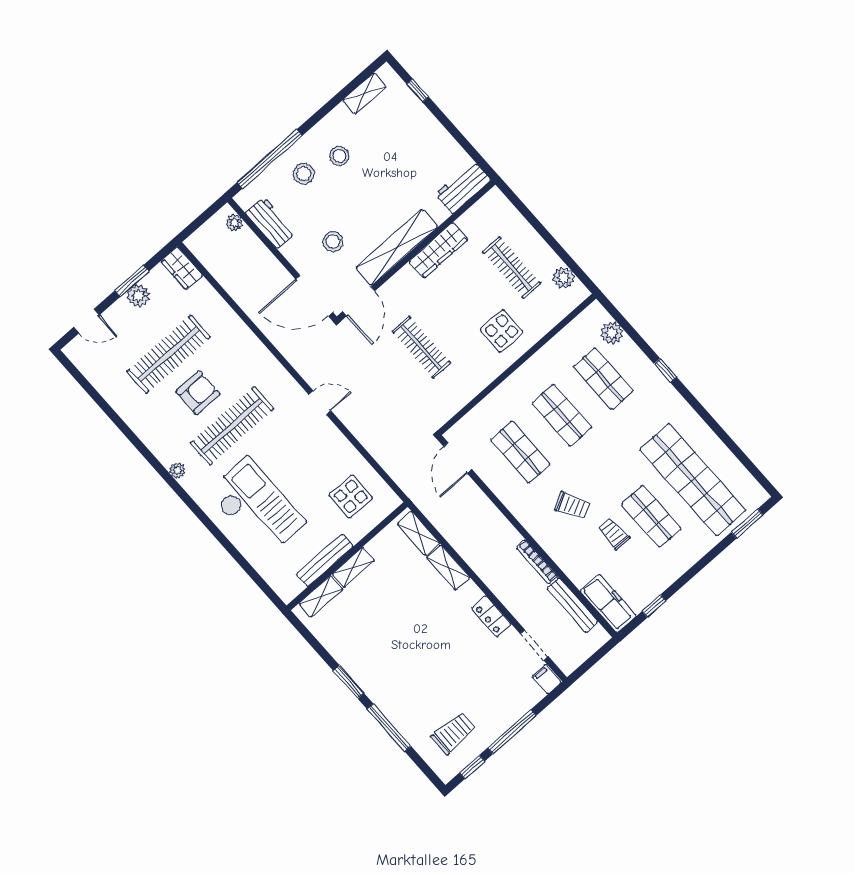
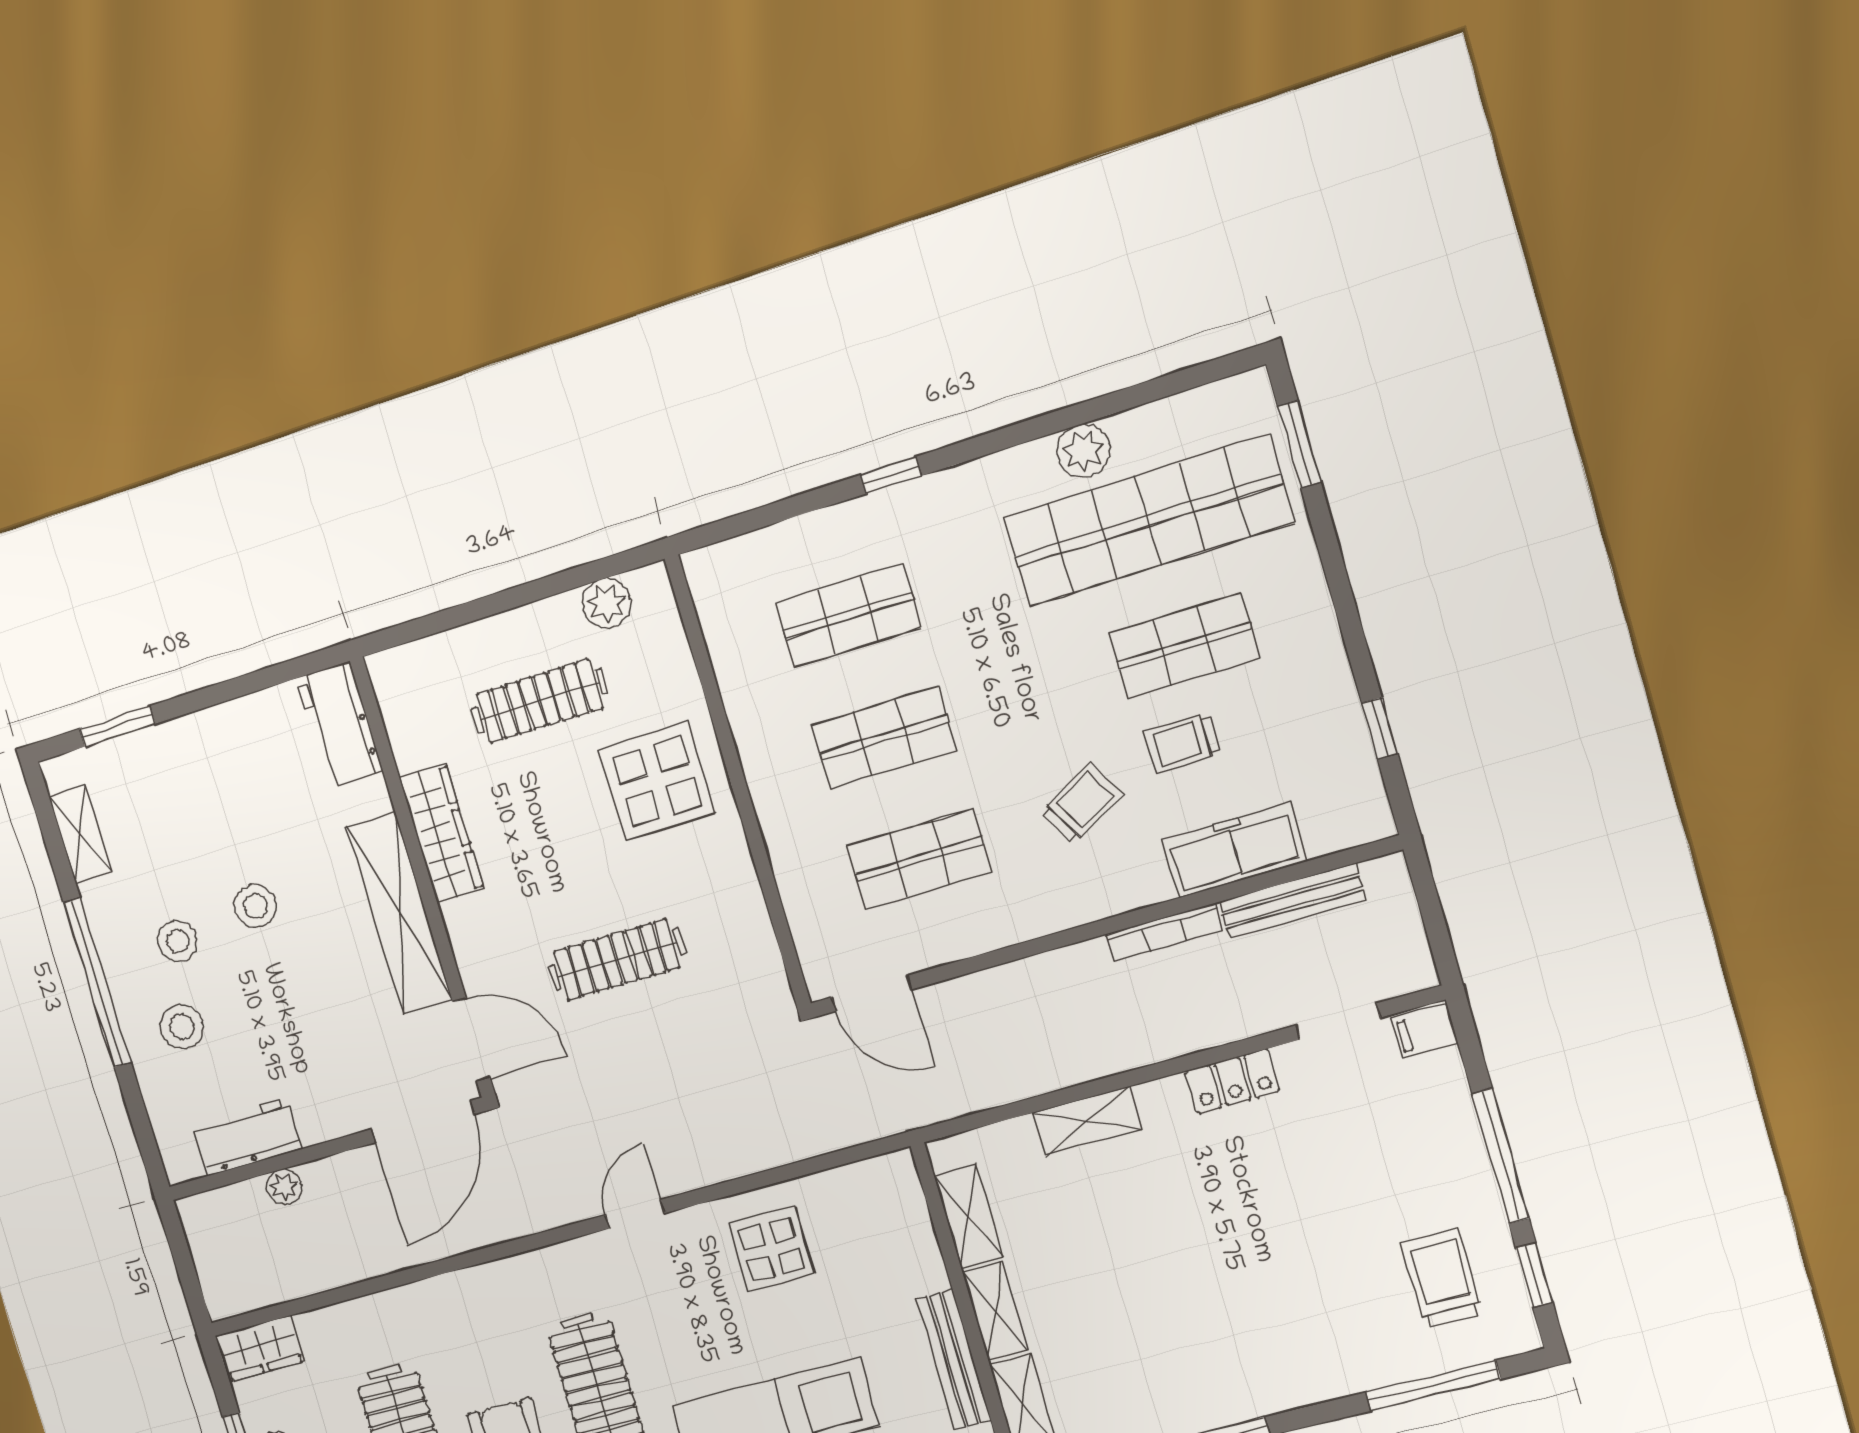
window: (418, 90) -> (117, 726), width x1.50
window: (270, 159) -> (97, 983), moved
plant: (234, 223) -> (284, 1187), moved
stool: (333, 242) -> (255, 906), moved
display table: (502, 331) -> (657, 781), width x1.36, depth x1.36
plant: (612, 333) -> (1083, 451), moved
display table: (351, 496) -> (772, 1249), moved
shelving: (418, 533) -> (968, 1216), moved, turned 90
freezer: (608, 603) -> (1234, 851), moved
window: (389, 728) -> (1433, 1386), moved

